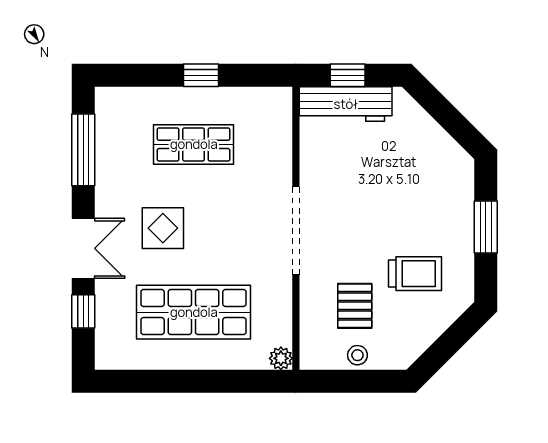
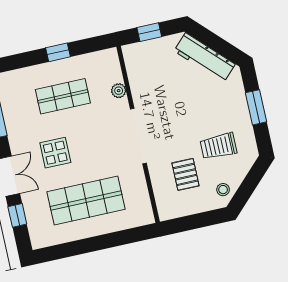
workbench: (346, 104) -> (205, 58), moved, turned 45
trolley: (415, 274) -> (218, 146), turned 180
stool: (357, 355) -> (223, 190), moved
plant: (281, 358) -> (119, 91), moved

